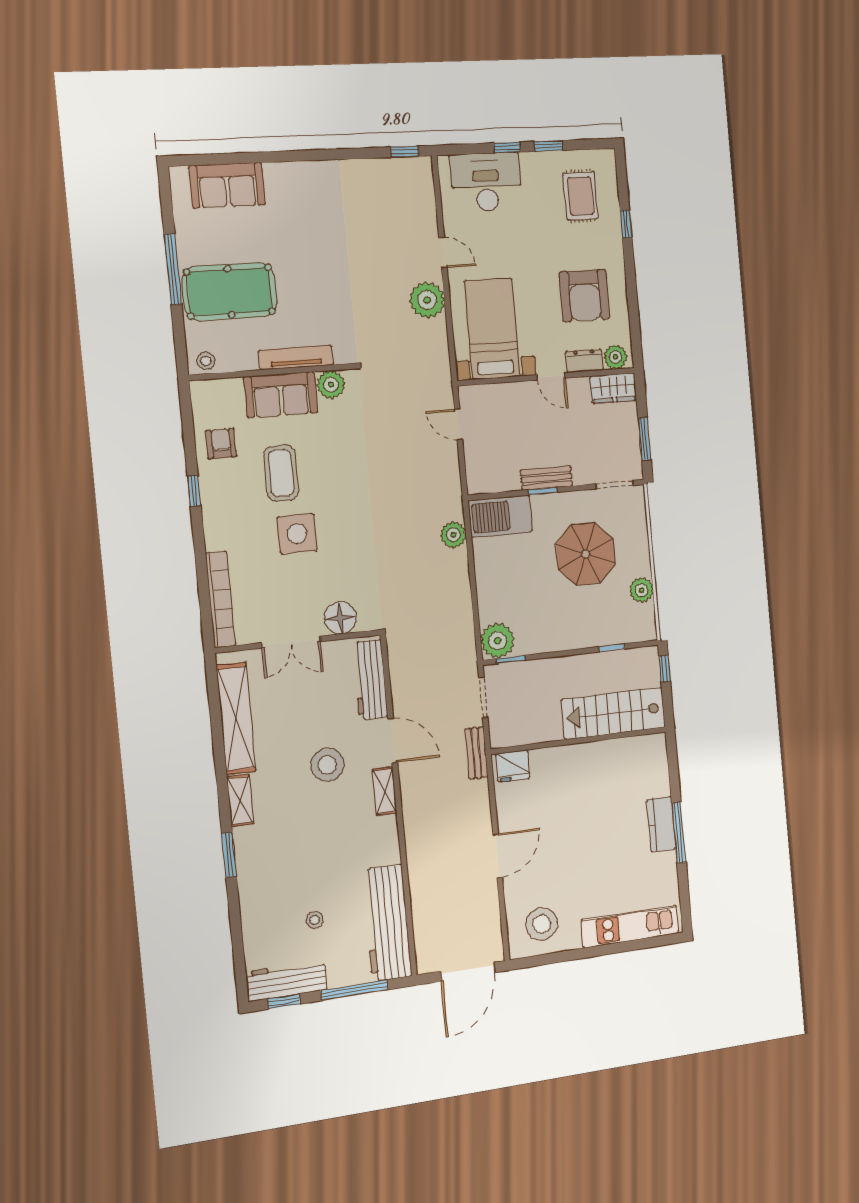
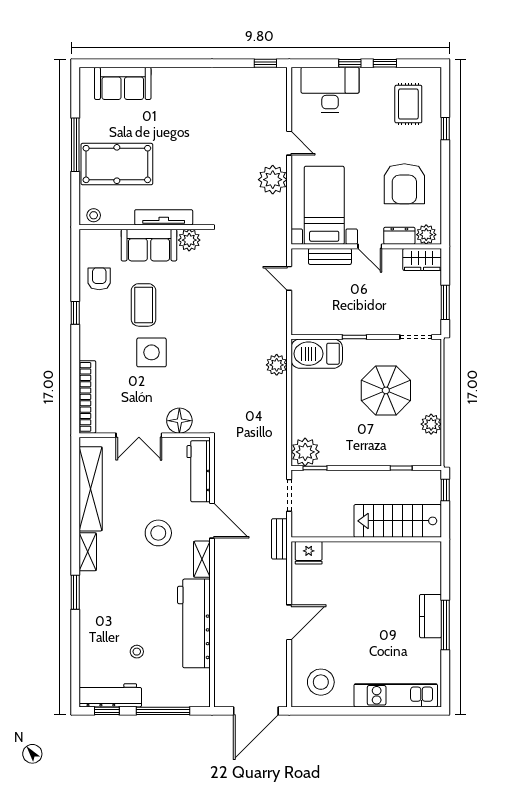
bench: (546, 478) -> (330, 256), moved
workbench: (387, 923) -> (194, 623), moved

